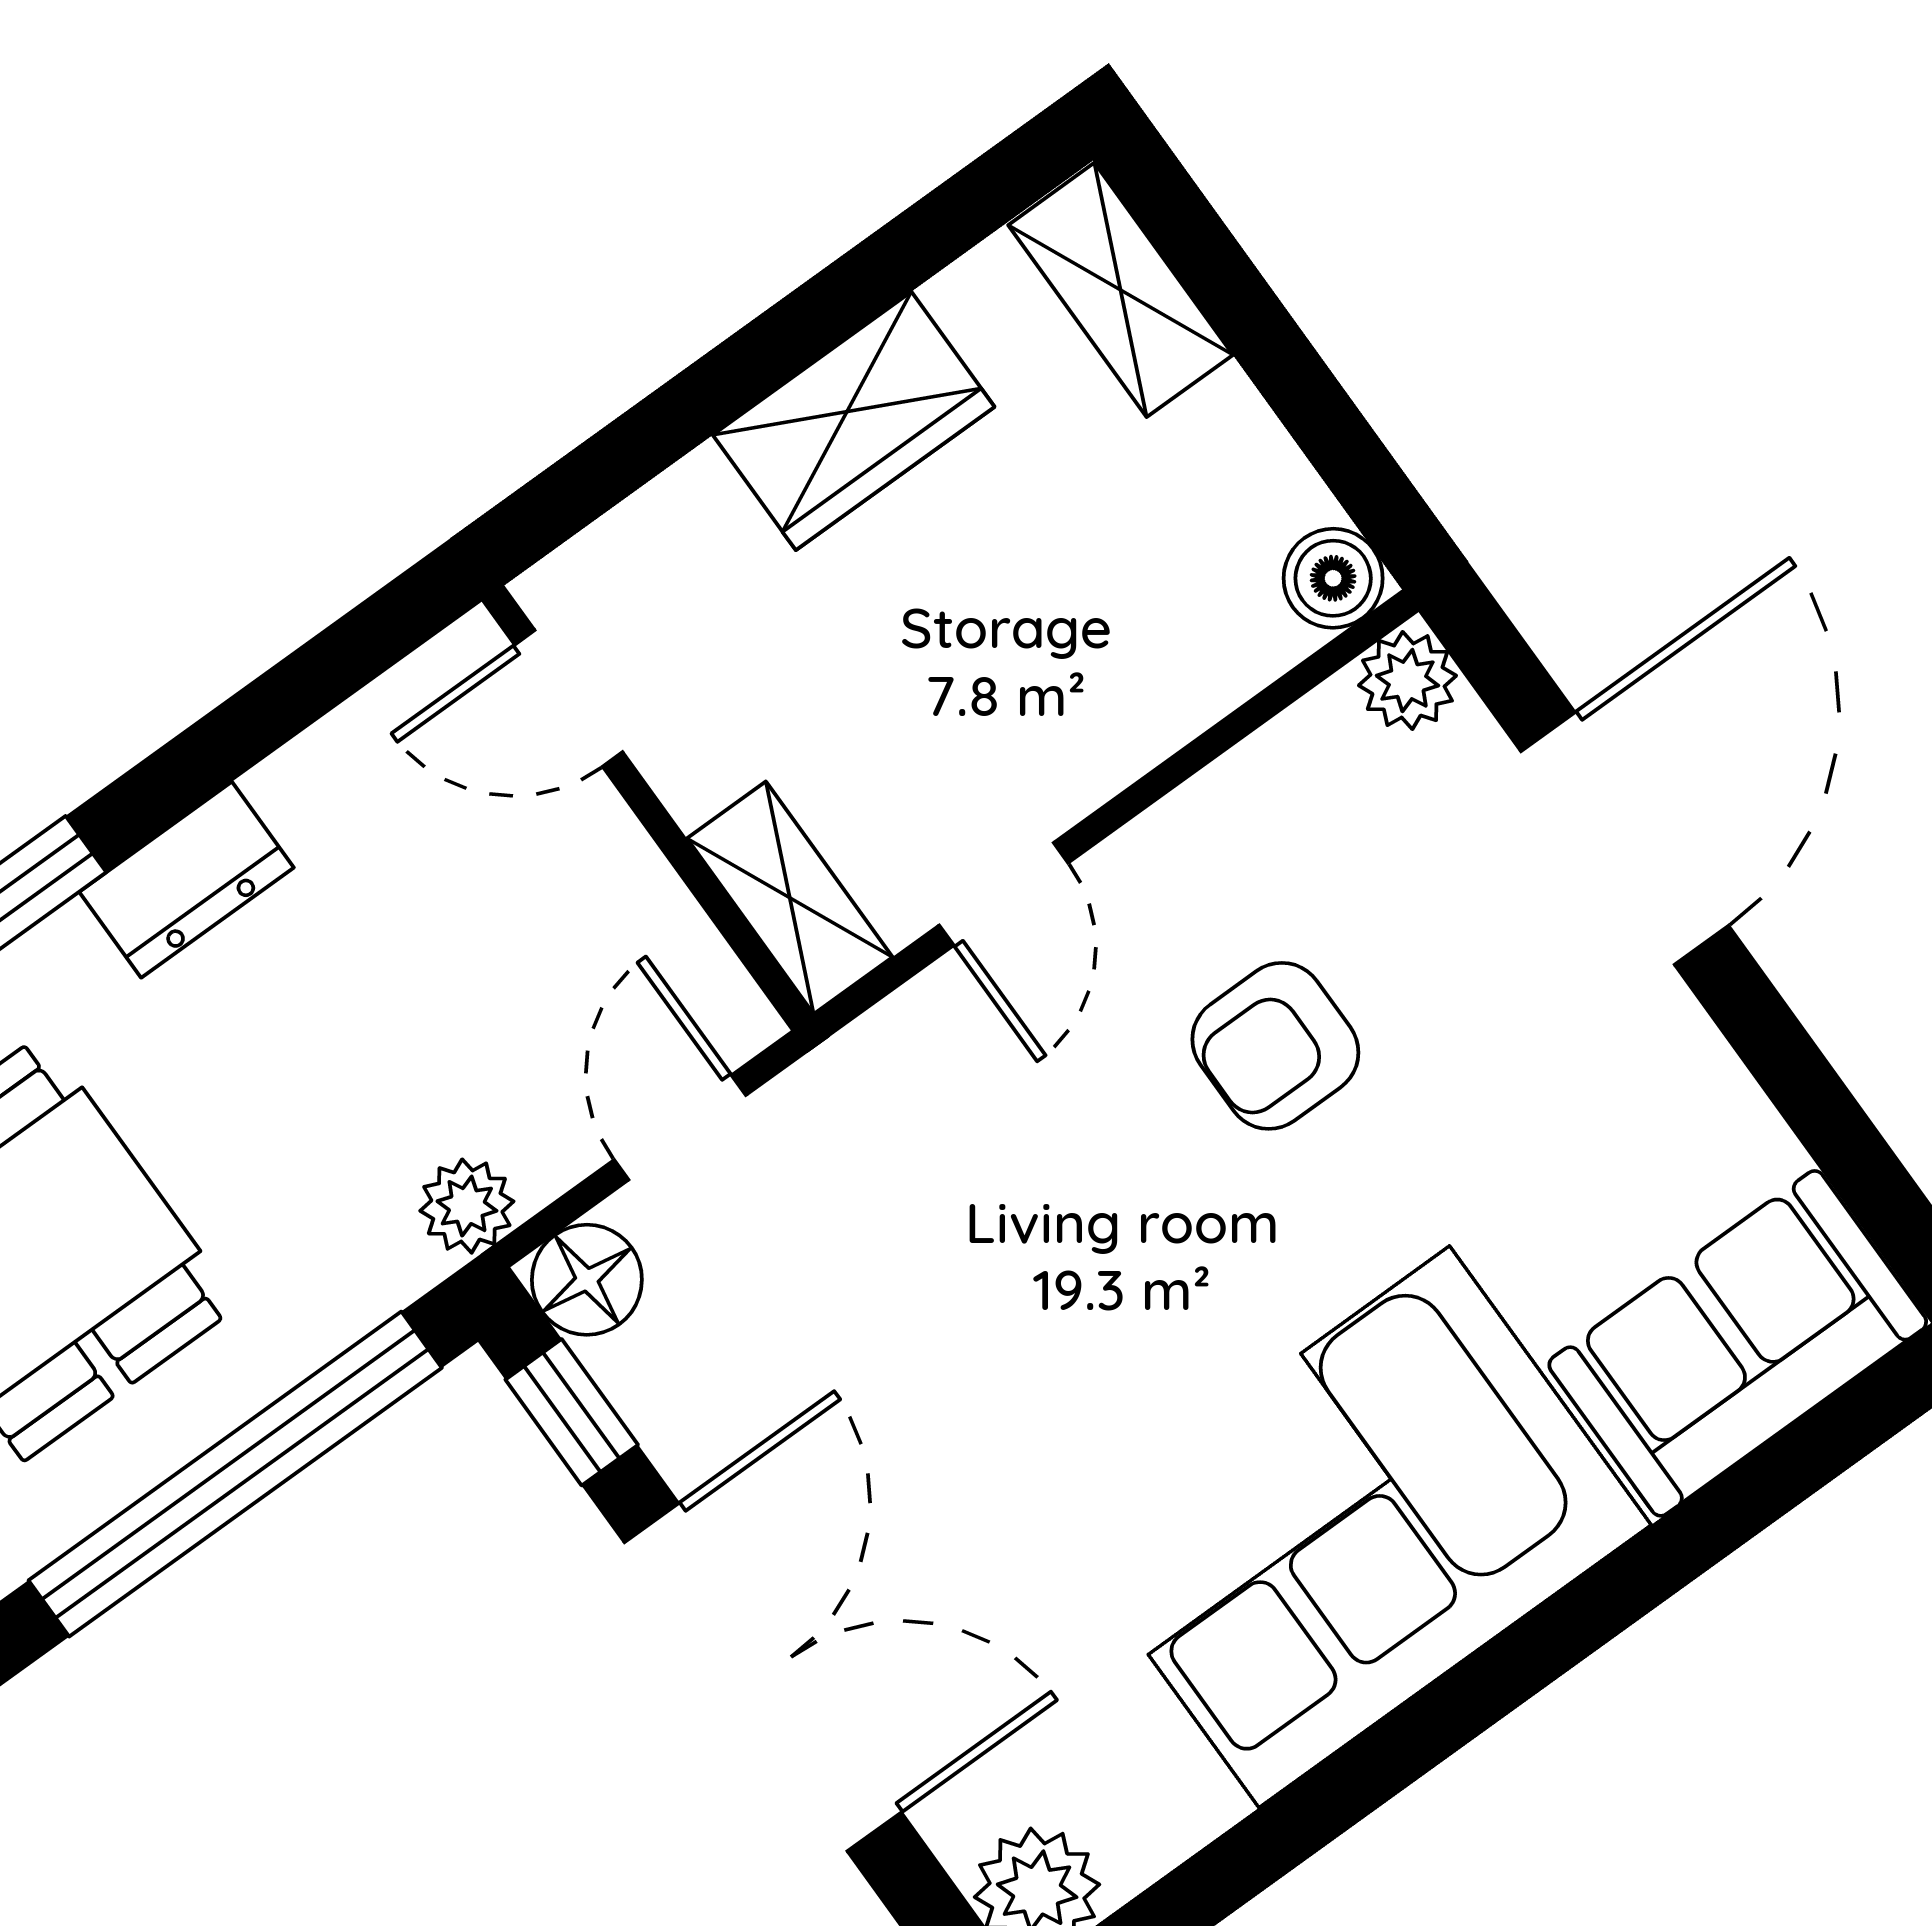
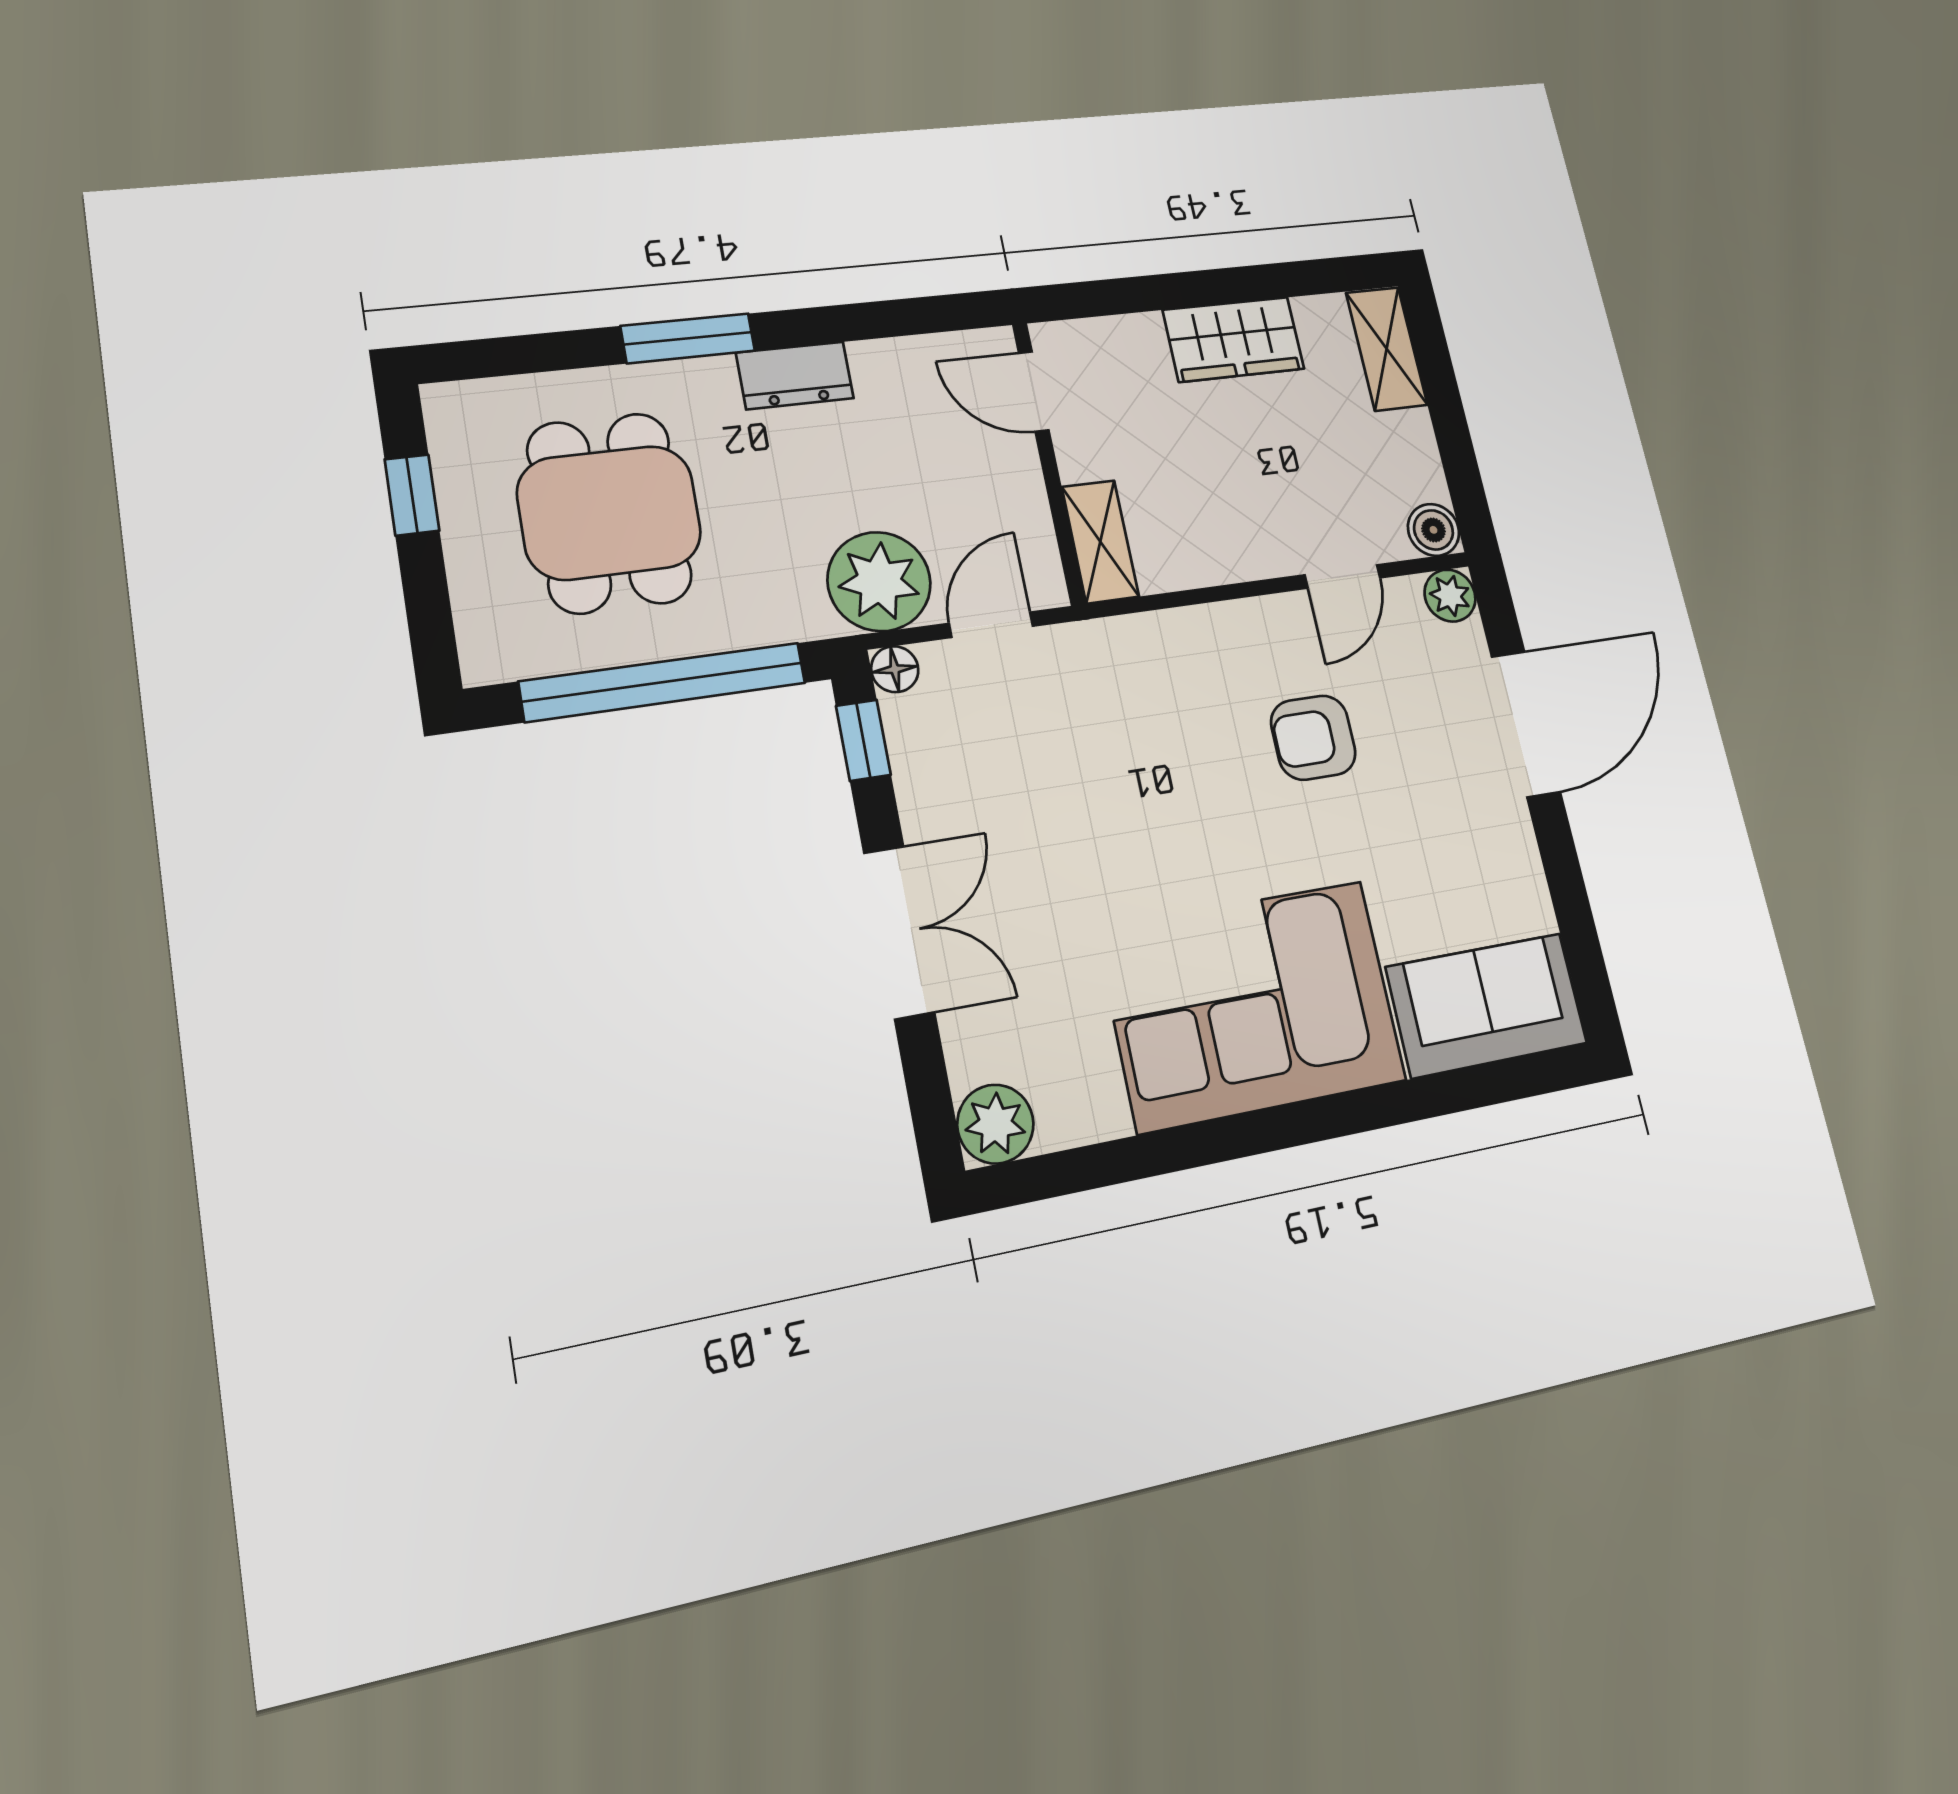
door: (1004, 894) -> (1343, 576), moved
plant: (467, 1206) -> (879, 582), width x1.88, depth x1.88
floor lamp: (587, 1280) -> (895, 669), width x0.73, depth x0.73
double door: (763, 1677) -> (899, 932), width x0.73

